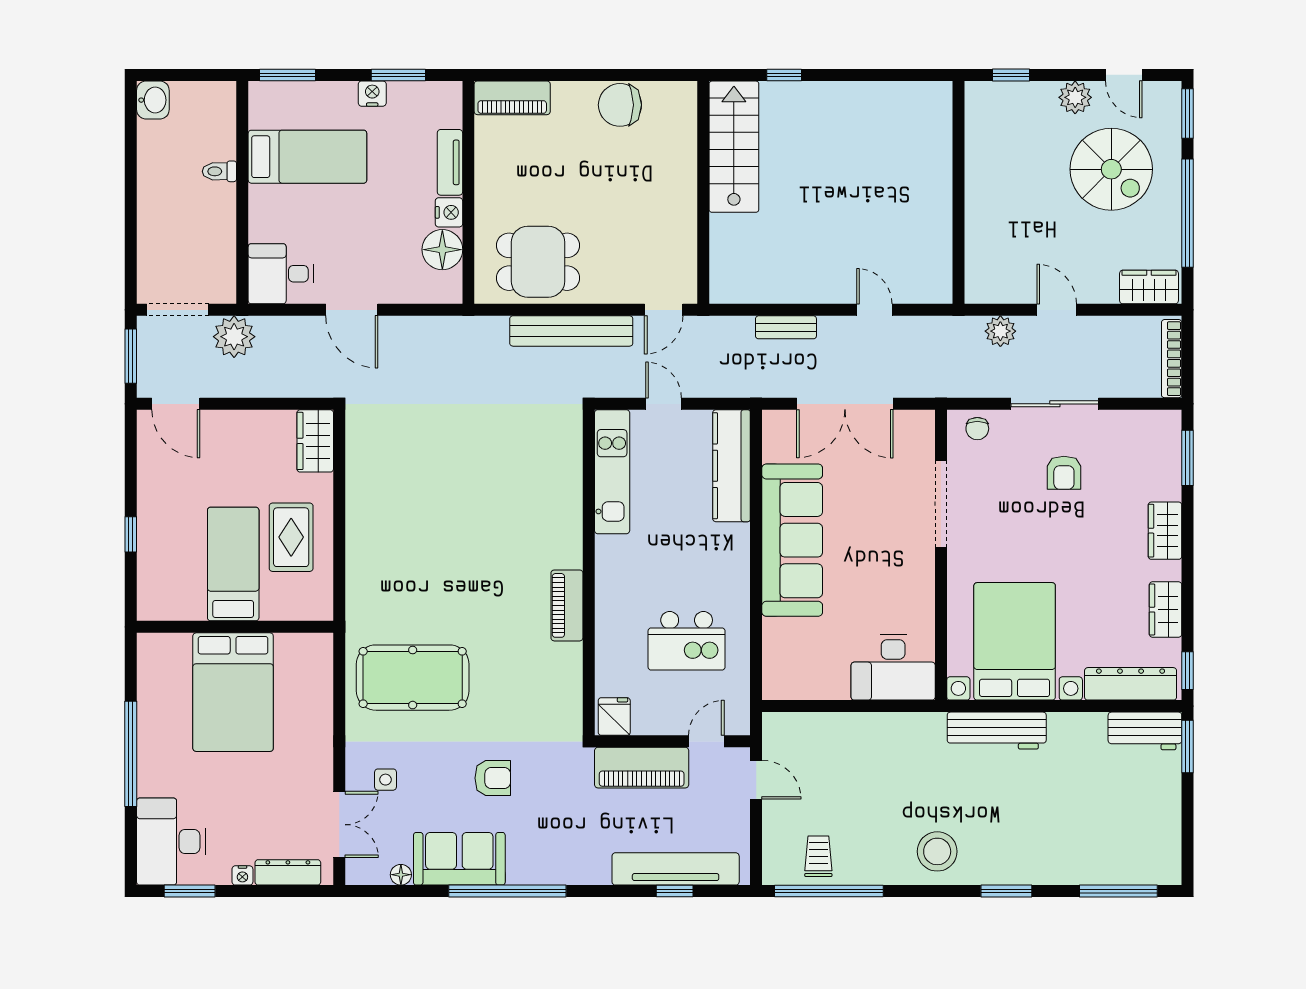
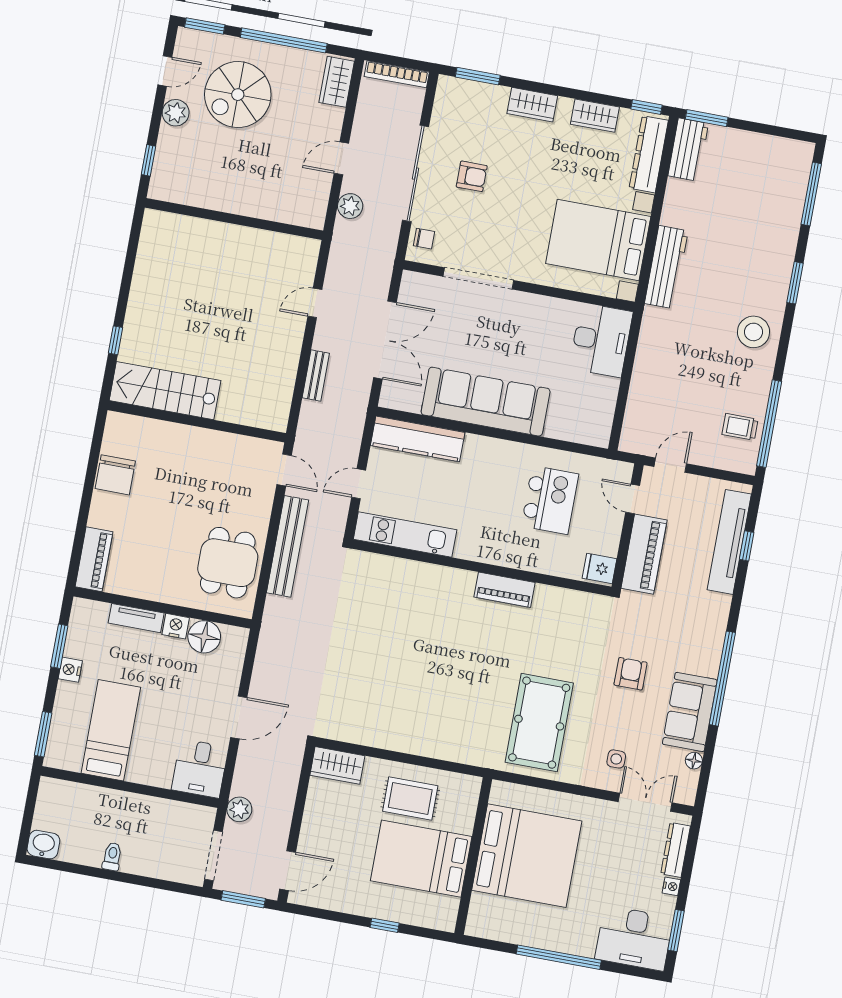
spiral stairs: (1111, 169) -> (238, 95), turned 180
toilet: (219, 171) -> (112, 857), moved, turned 180
plant: (234, 337) -> (239, 809), width x0.73, depth x0.73
sliding door: (1055, 404) -> (416, 174), width x1.36
bed: (233, 564) -> (421, 859), width x1.50
bed: (233, 692) -> (527, 856), width x1.36

